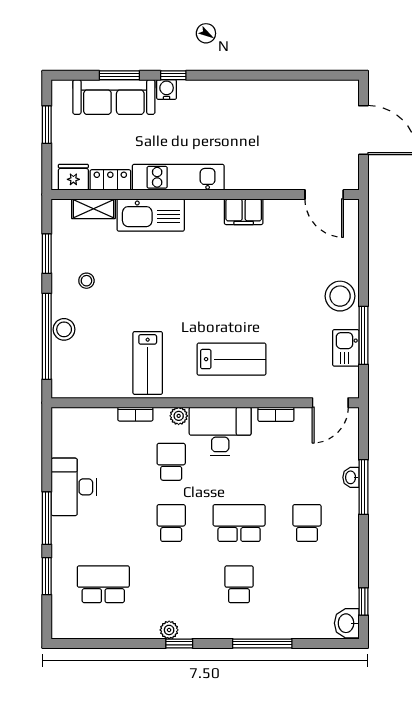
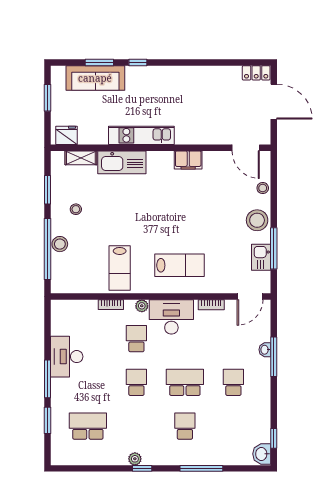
water cooler: (167, 90) -> (133, 73), removed
locker: (110, 180) -> (256, 73), moved, turned 180
stool: (348, 251) -> (263, 188), added

